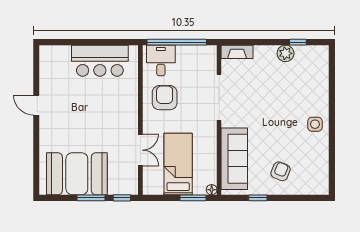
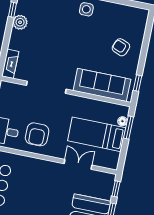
armchair: (165, 98) -> (37, 134), turned -90
floor lamp: (212, 190) -> (122, 121), moved
window: (258, 198) -> (138, 83), moved

